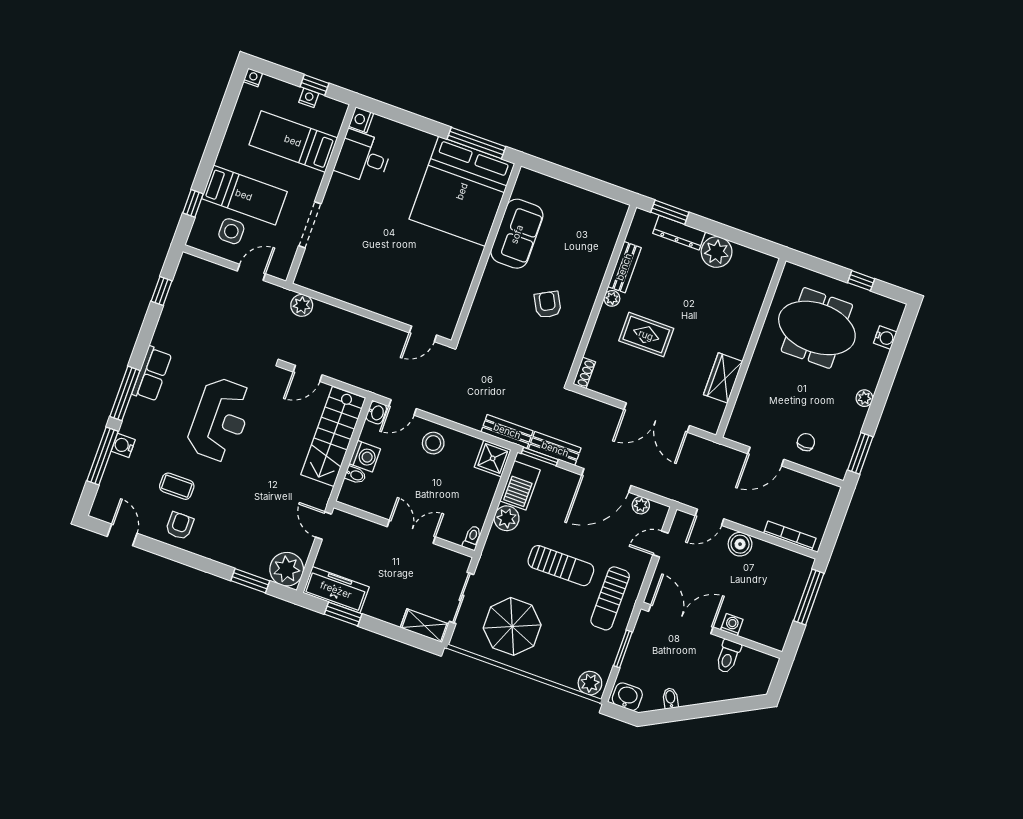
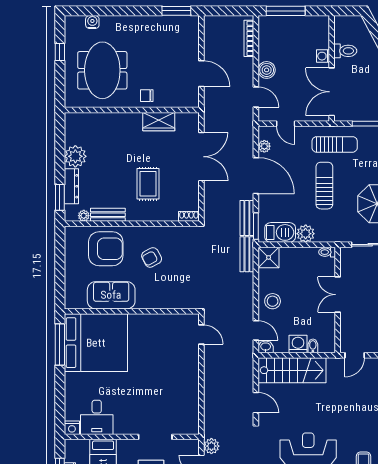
armchair: (581, 248) -> (106, 249), added
plant: (612, 298) -> (84, 216), moved
plant: (302, 305) -> (211, 446), moved
plant: (864, 398) -> (138, 21), removed
chair: (806, 442) -> (147, 96), moved

